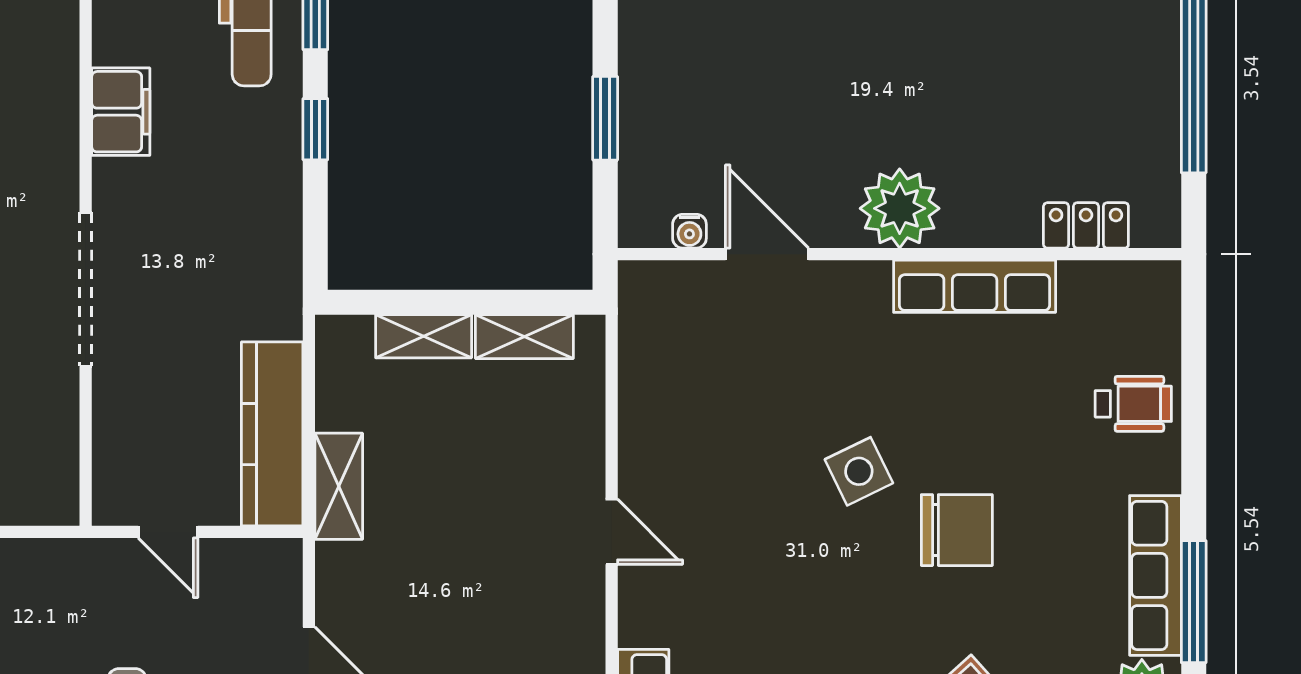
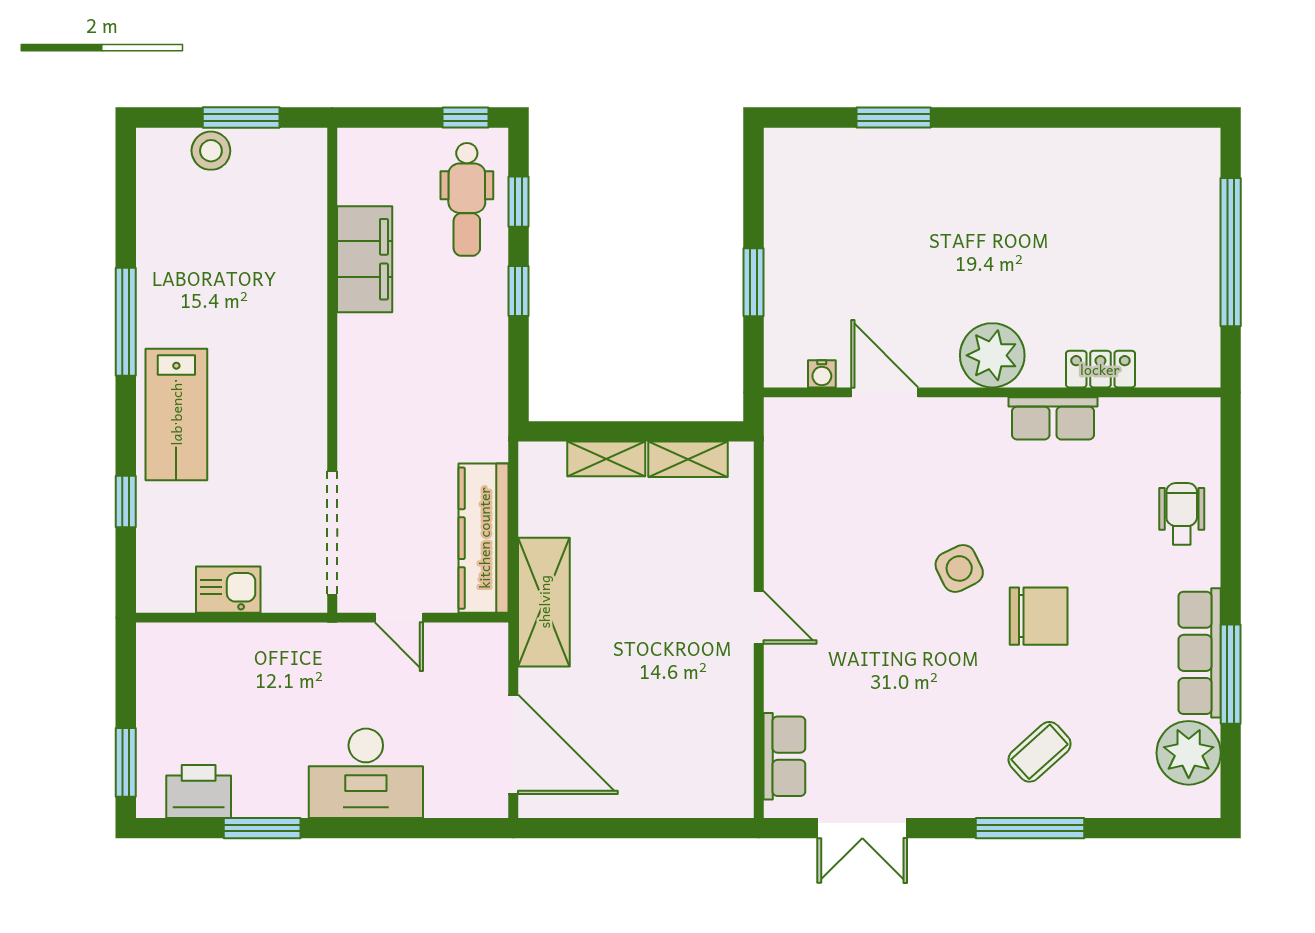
filing cabinet: (121, 112) -> (365, 259), width x1.50, depth x1.17
locker: (1086, 225) -> (1100, 369), moved
row of seats: (975, 286) -> (1053, 418), width x0.68
doorway: (86, 289) -> (332, 533), moved
wheelchair: (1133, 404) -> (1182, 514), turned -90
shelving: (339, 486) -> (544, 602), width x1.50, depth x1.33

